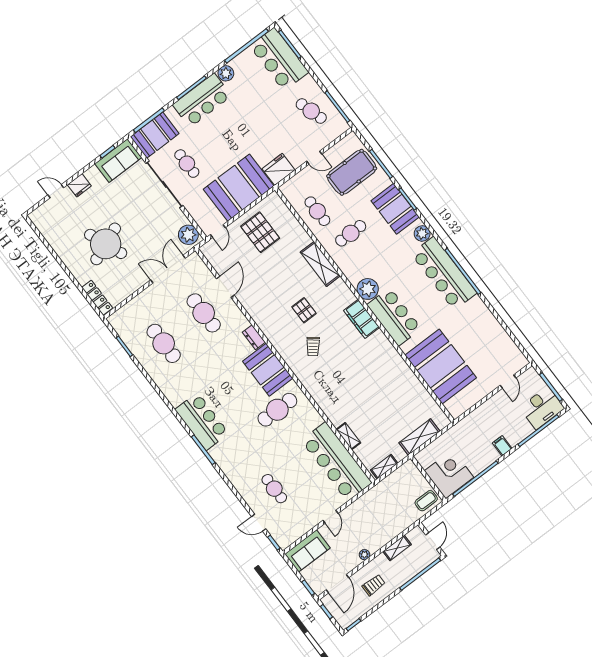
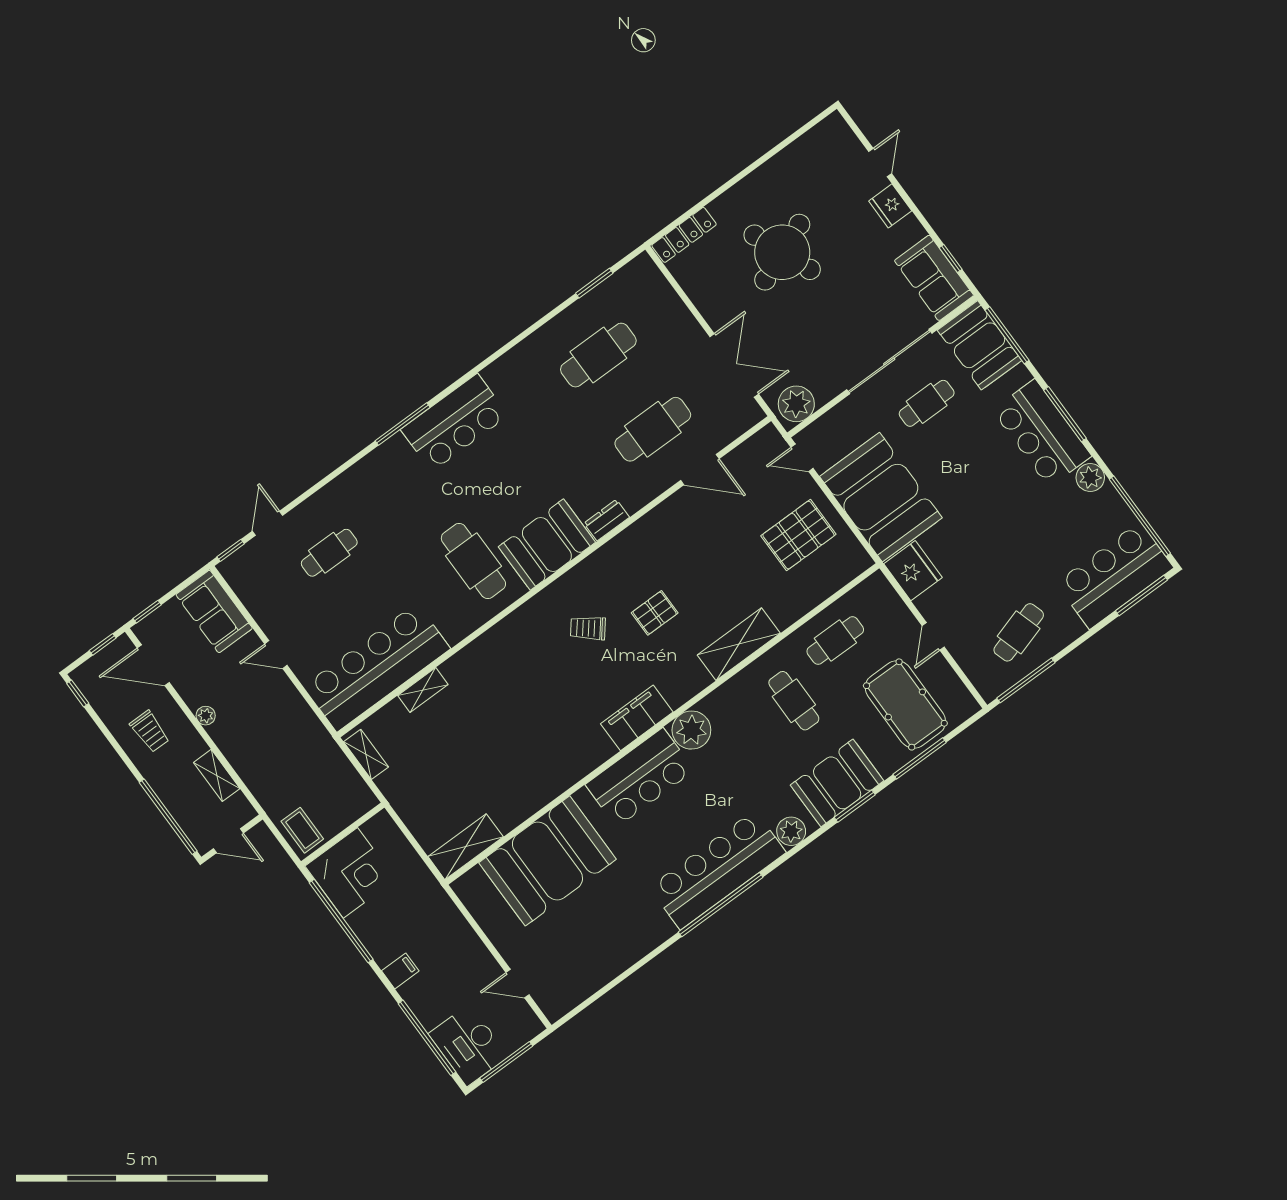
shelving: (419, 437) -> (466, 847), moved, turned 90

